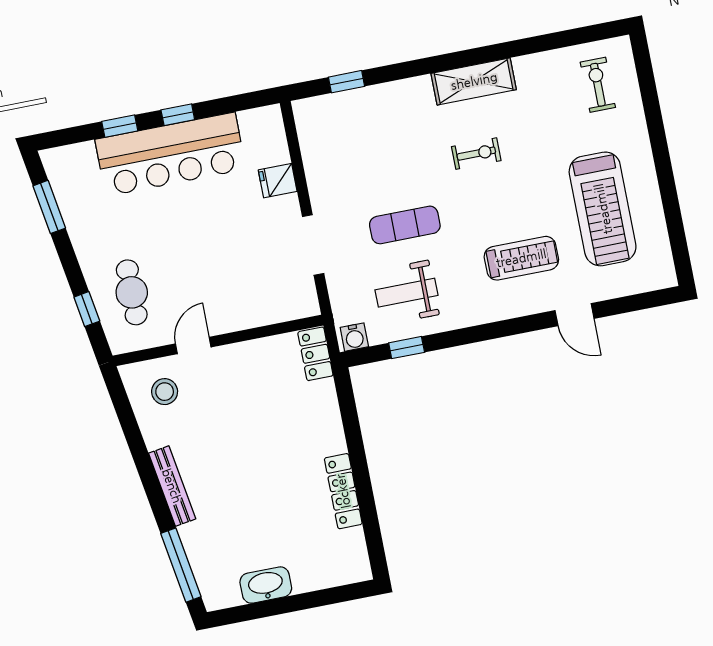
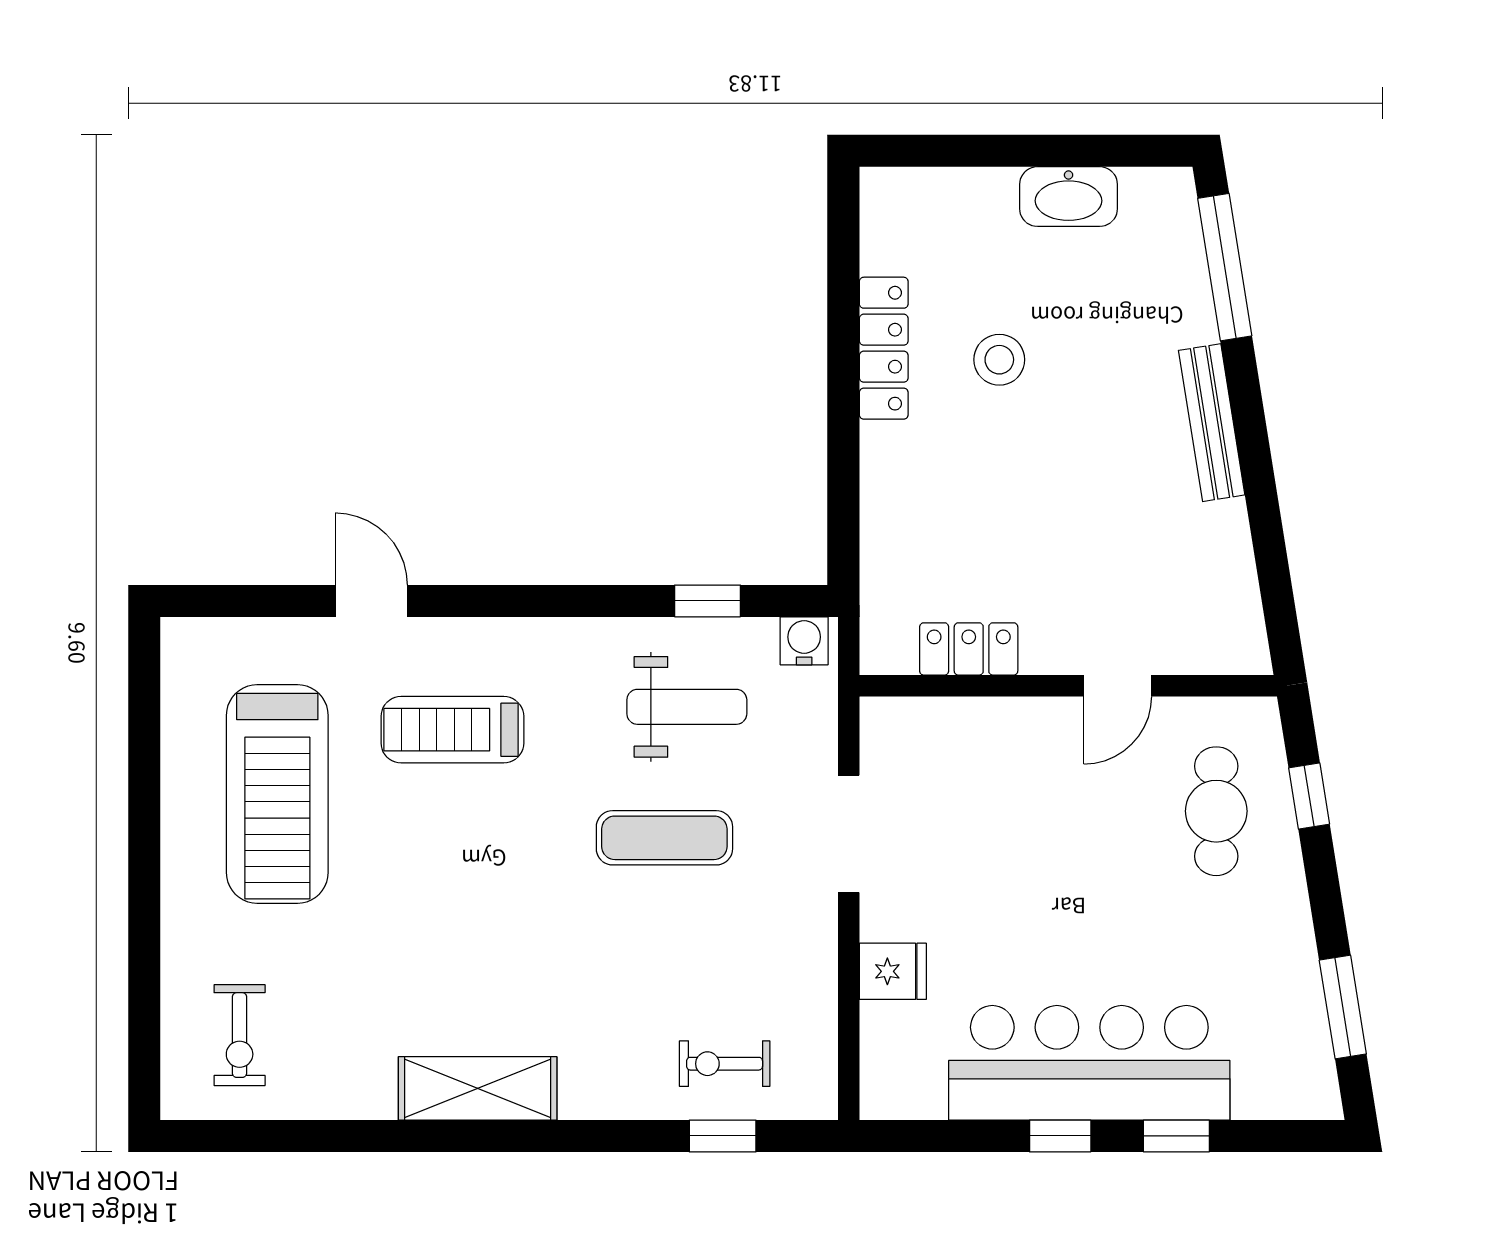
exercise bike: (476, 154) -> (725, 1064), moved
treadmill: (603, 209) -> (277, 794), turned 180
locker: (315, 354) -> (969, 649), moved, turned -90
stool: (165, 392) -> (999, 360), moved

